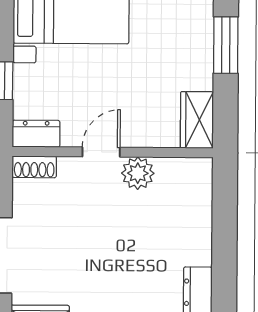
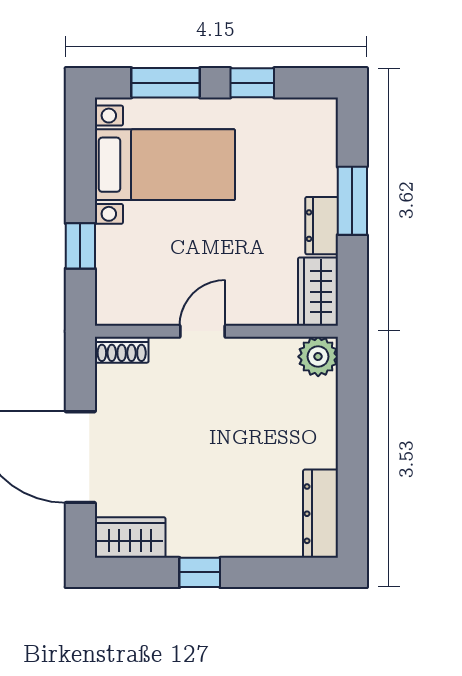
dresser: (36, 134) -> (322, 226), moved, turned -90
plant: (138, 173) -> (318, 357), moved

